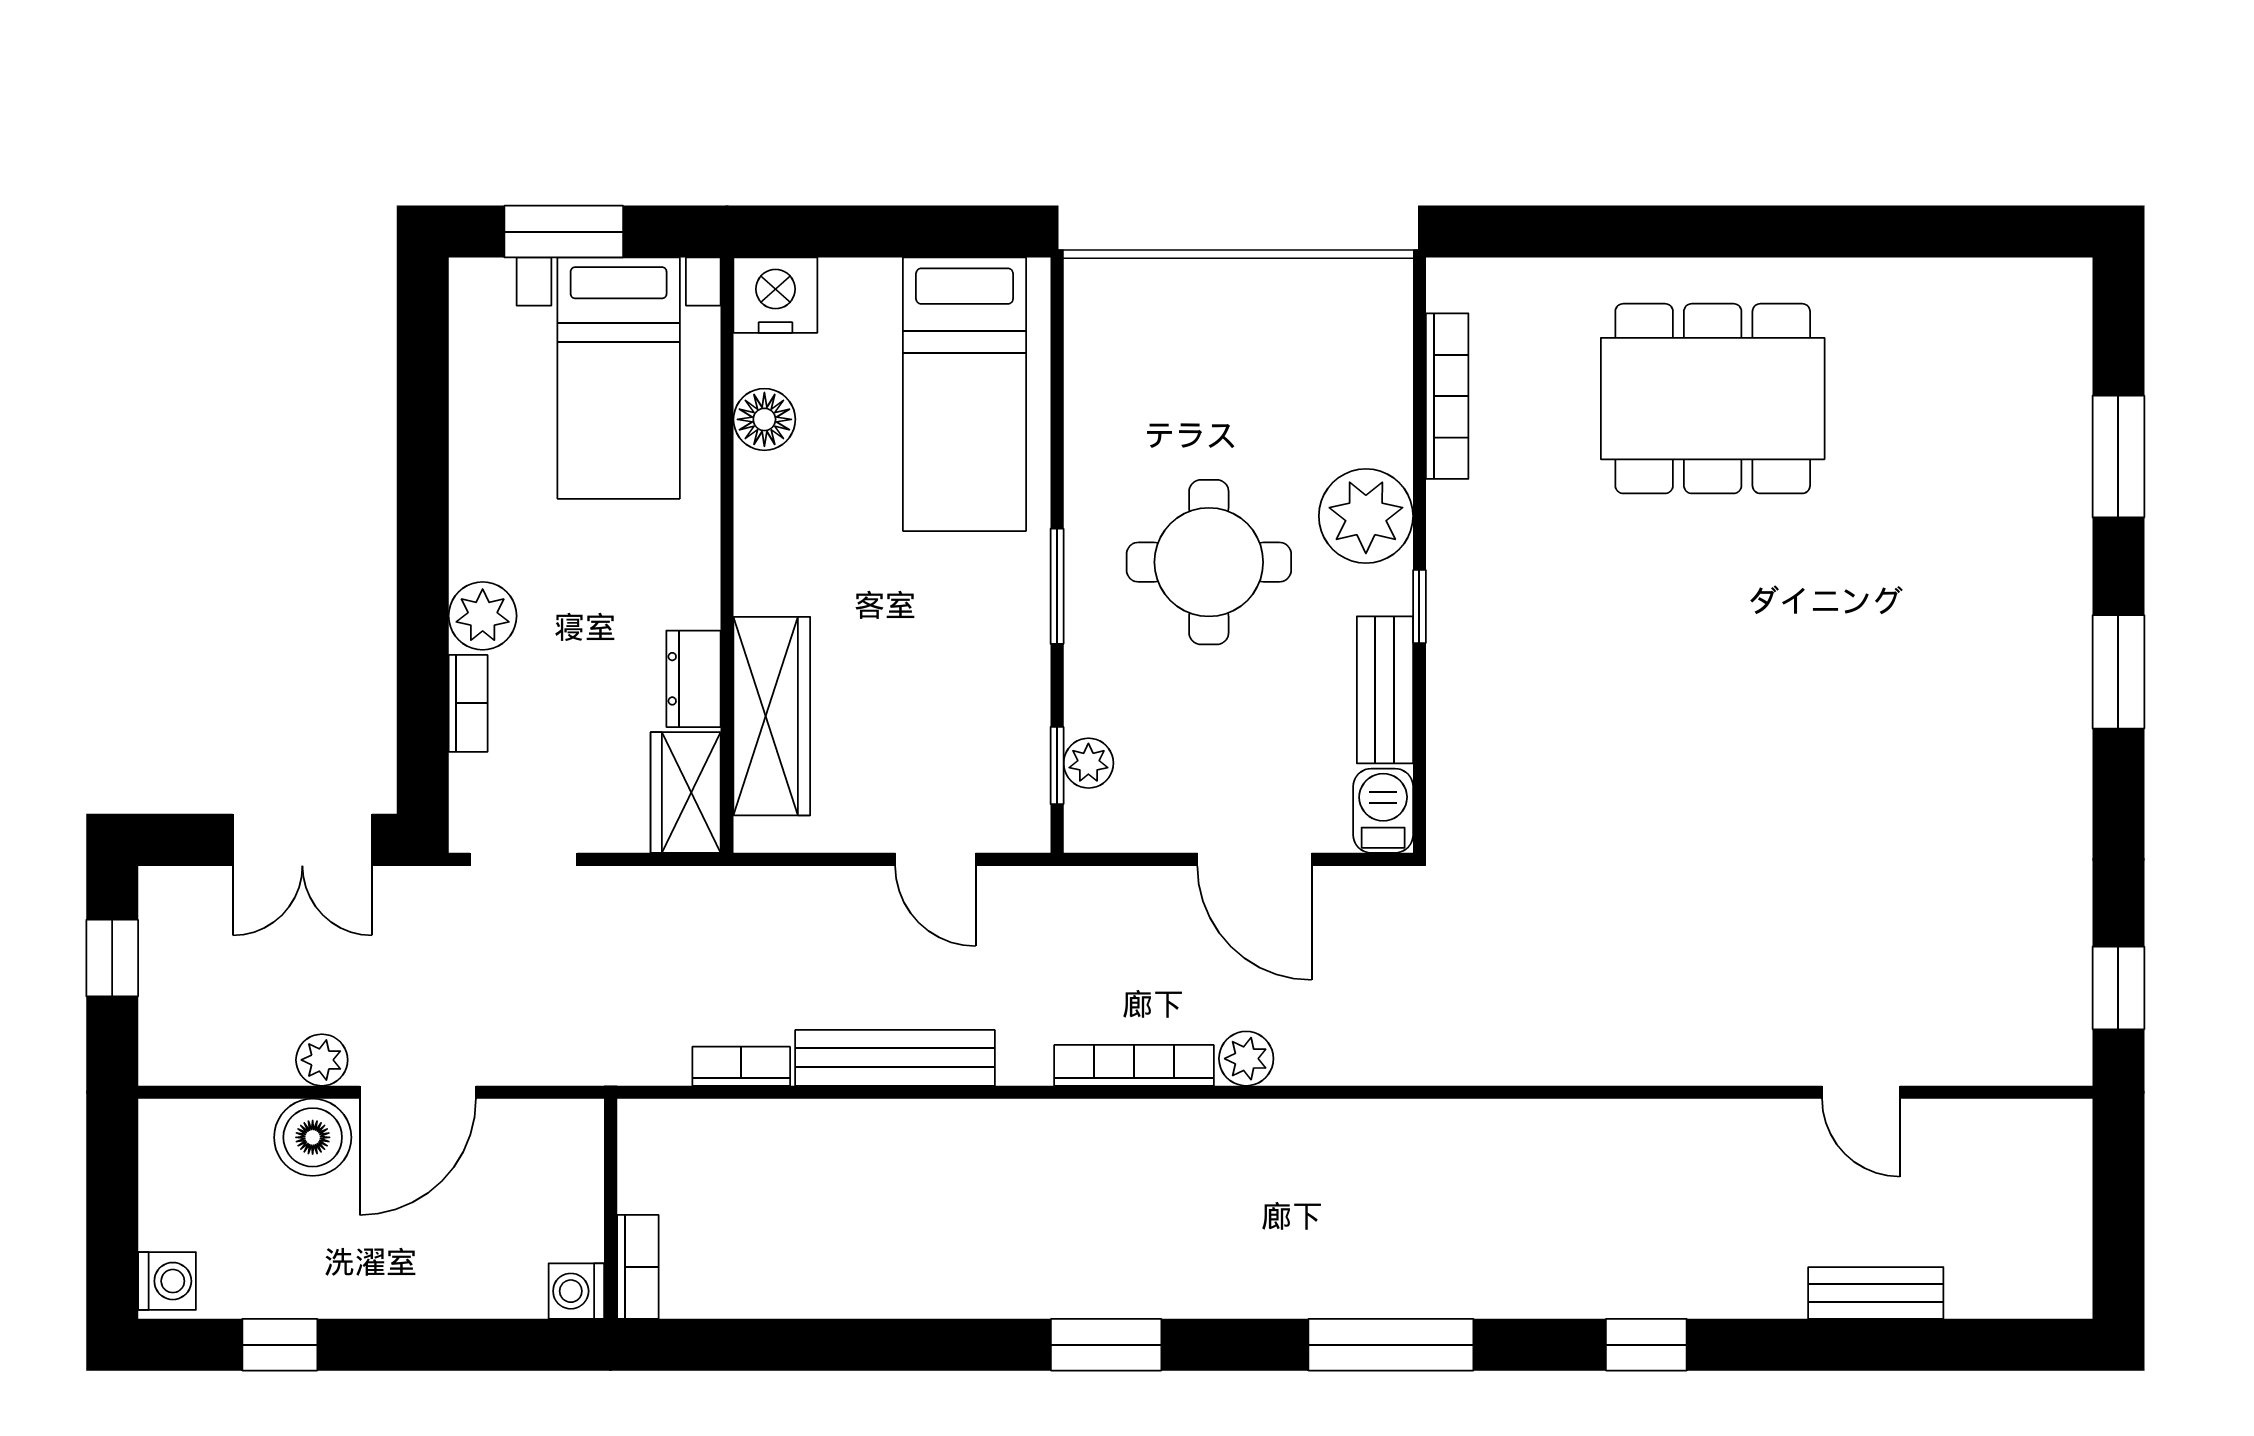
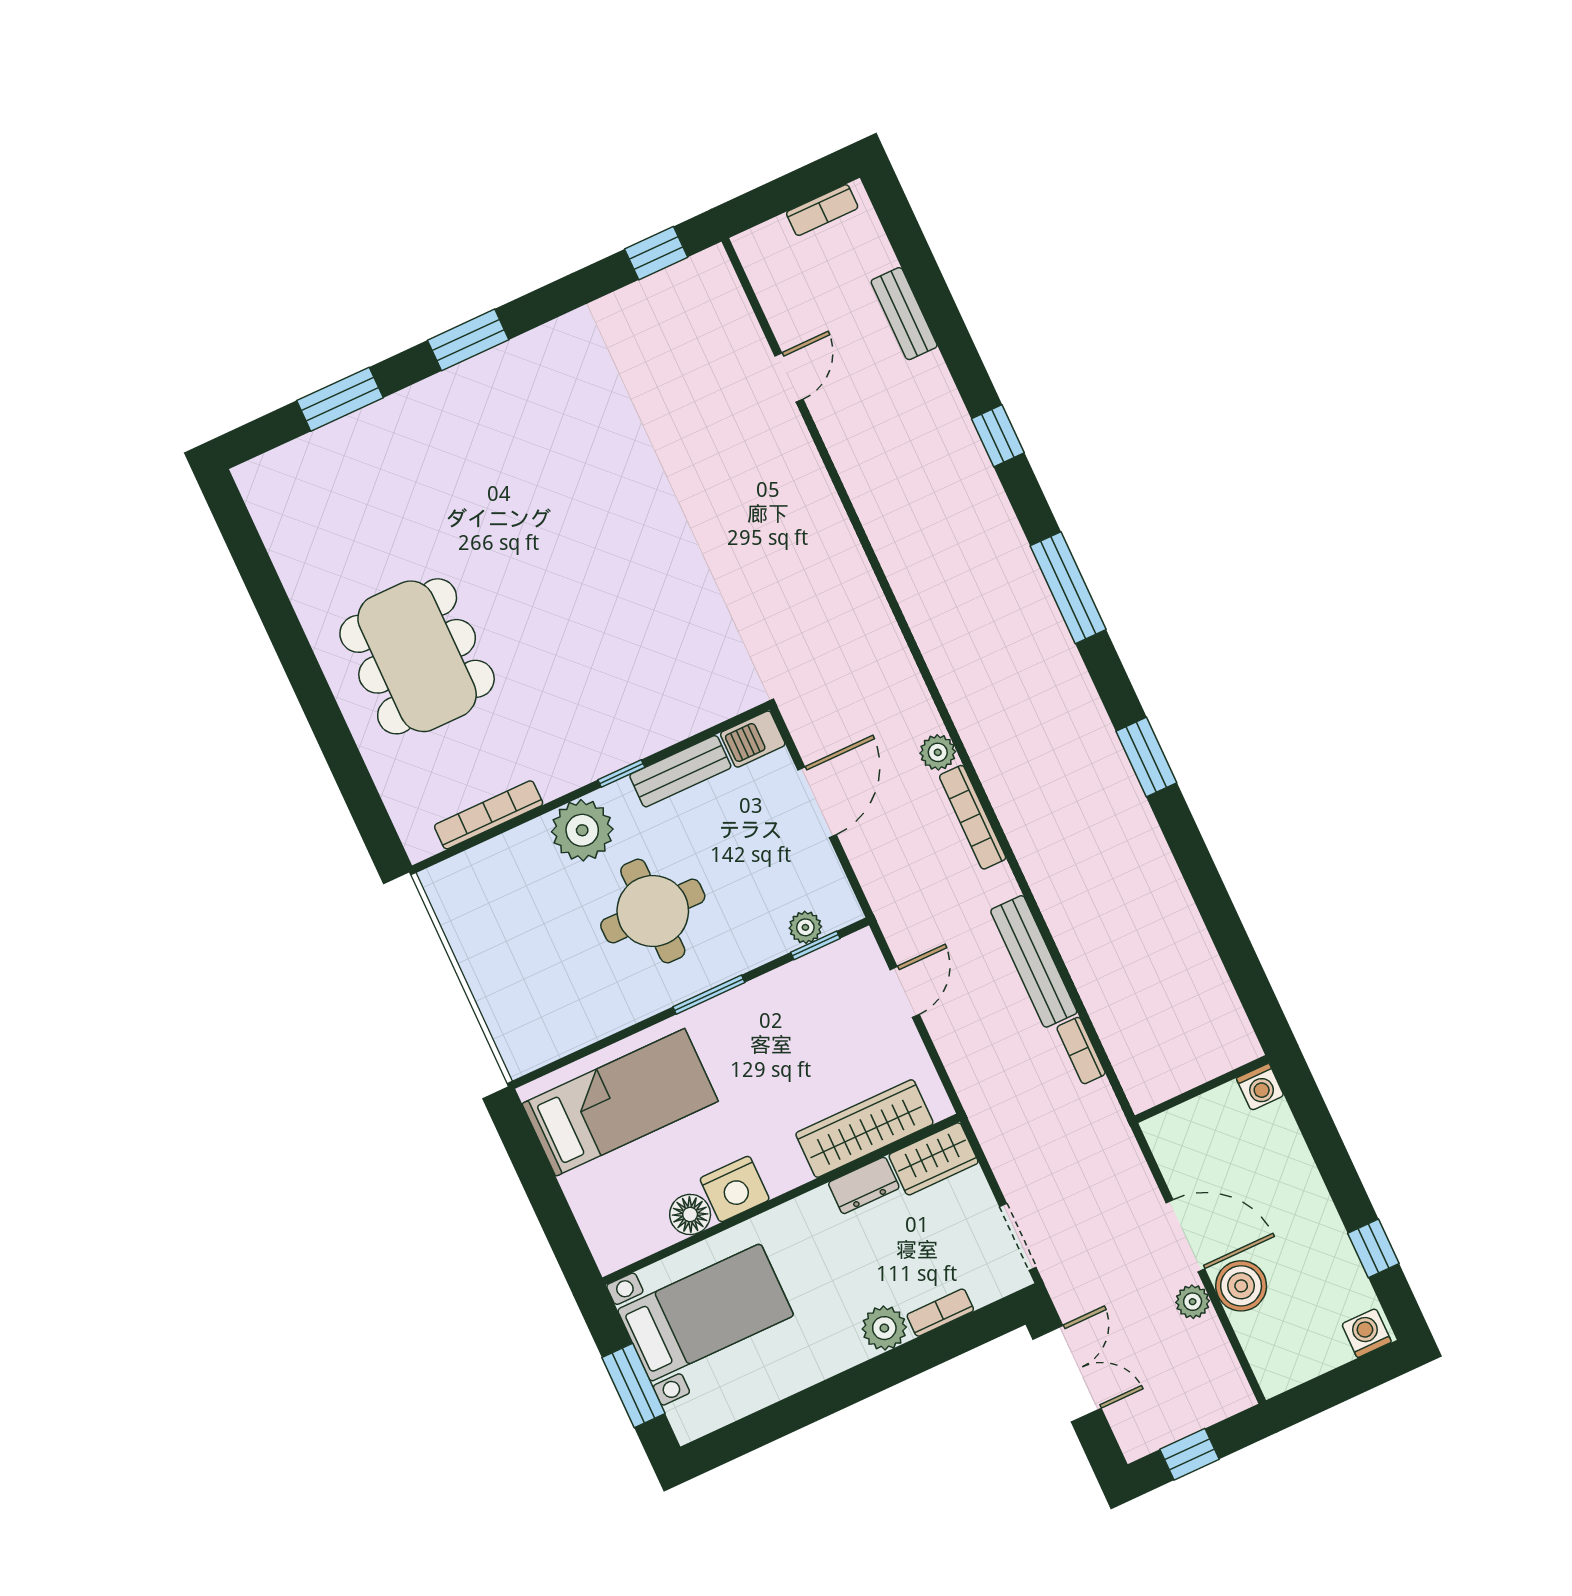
nightstand: (775, 295) -> (735, 1189), moved, turned -90
bookcase: (638, 1267) -> (822, 210), moved, turned 180

